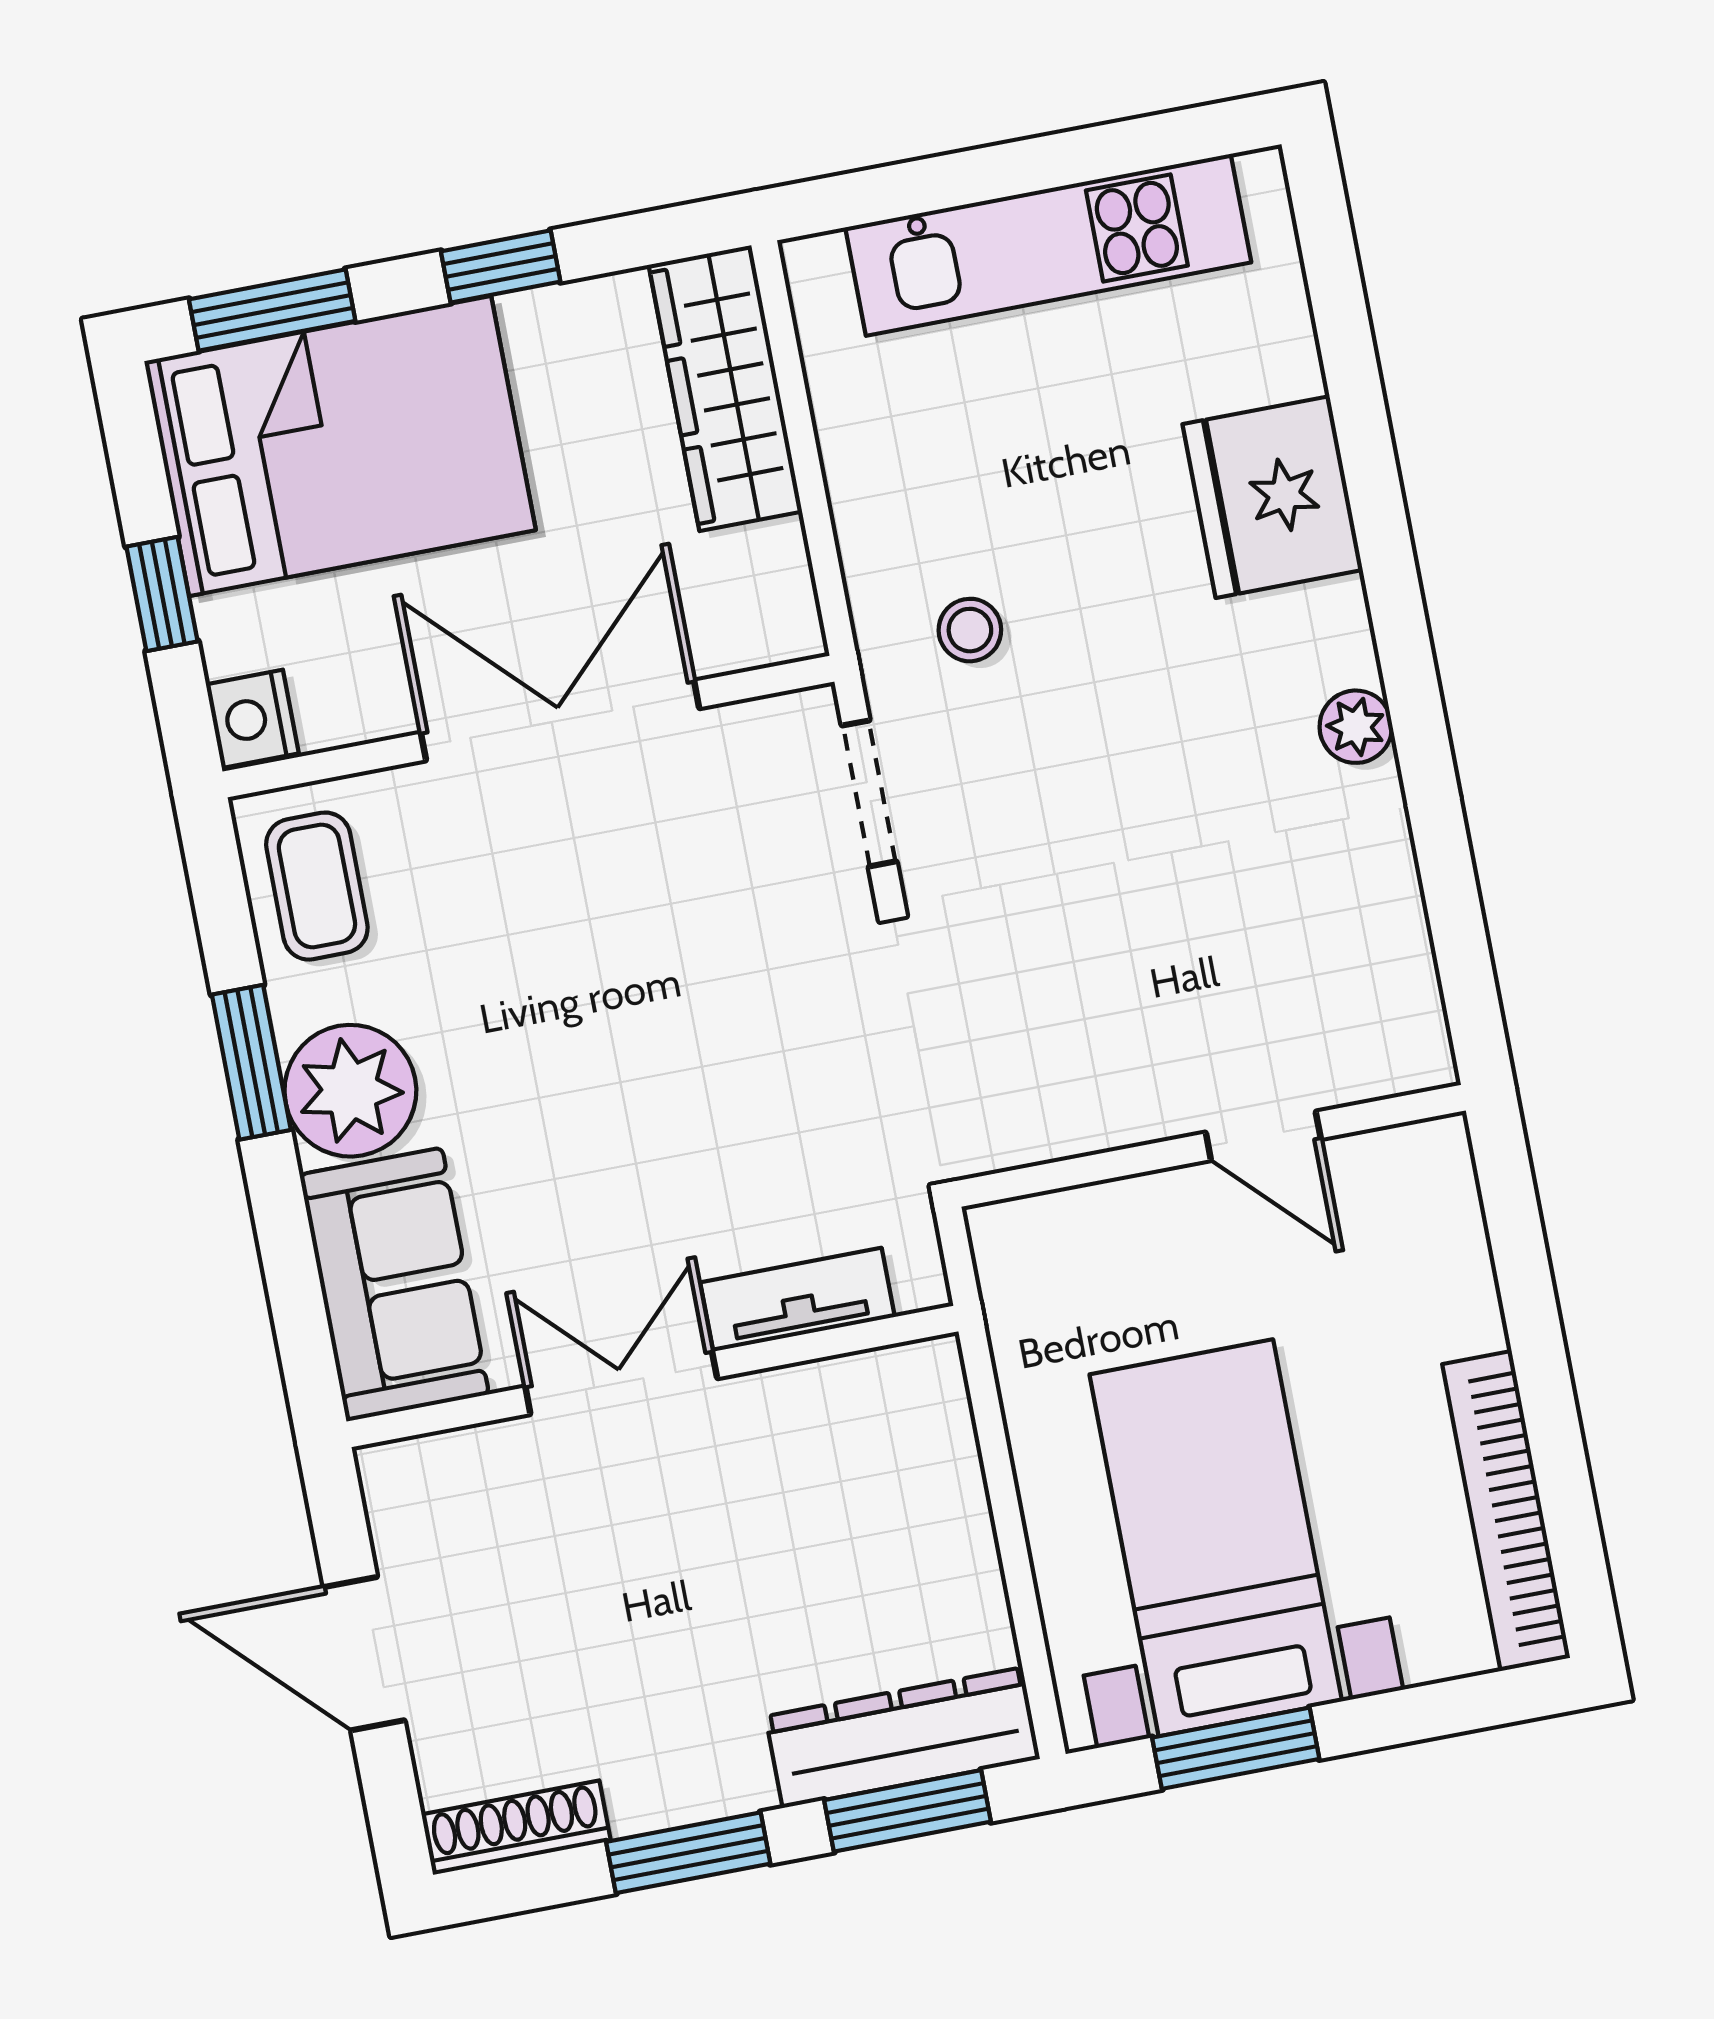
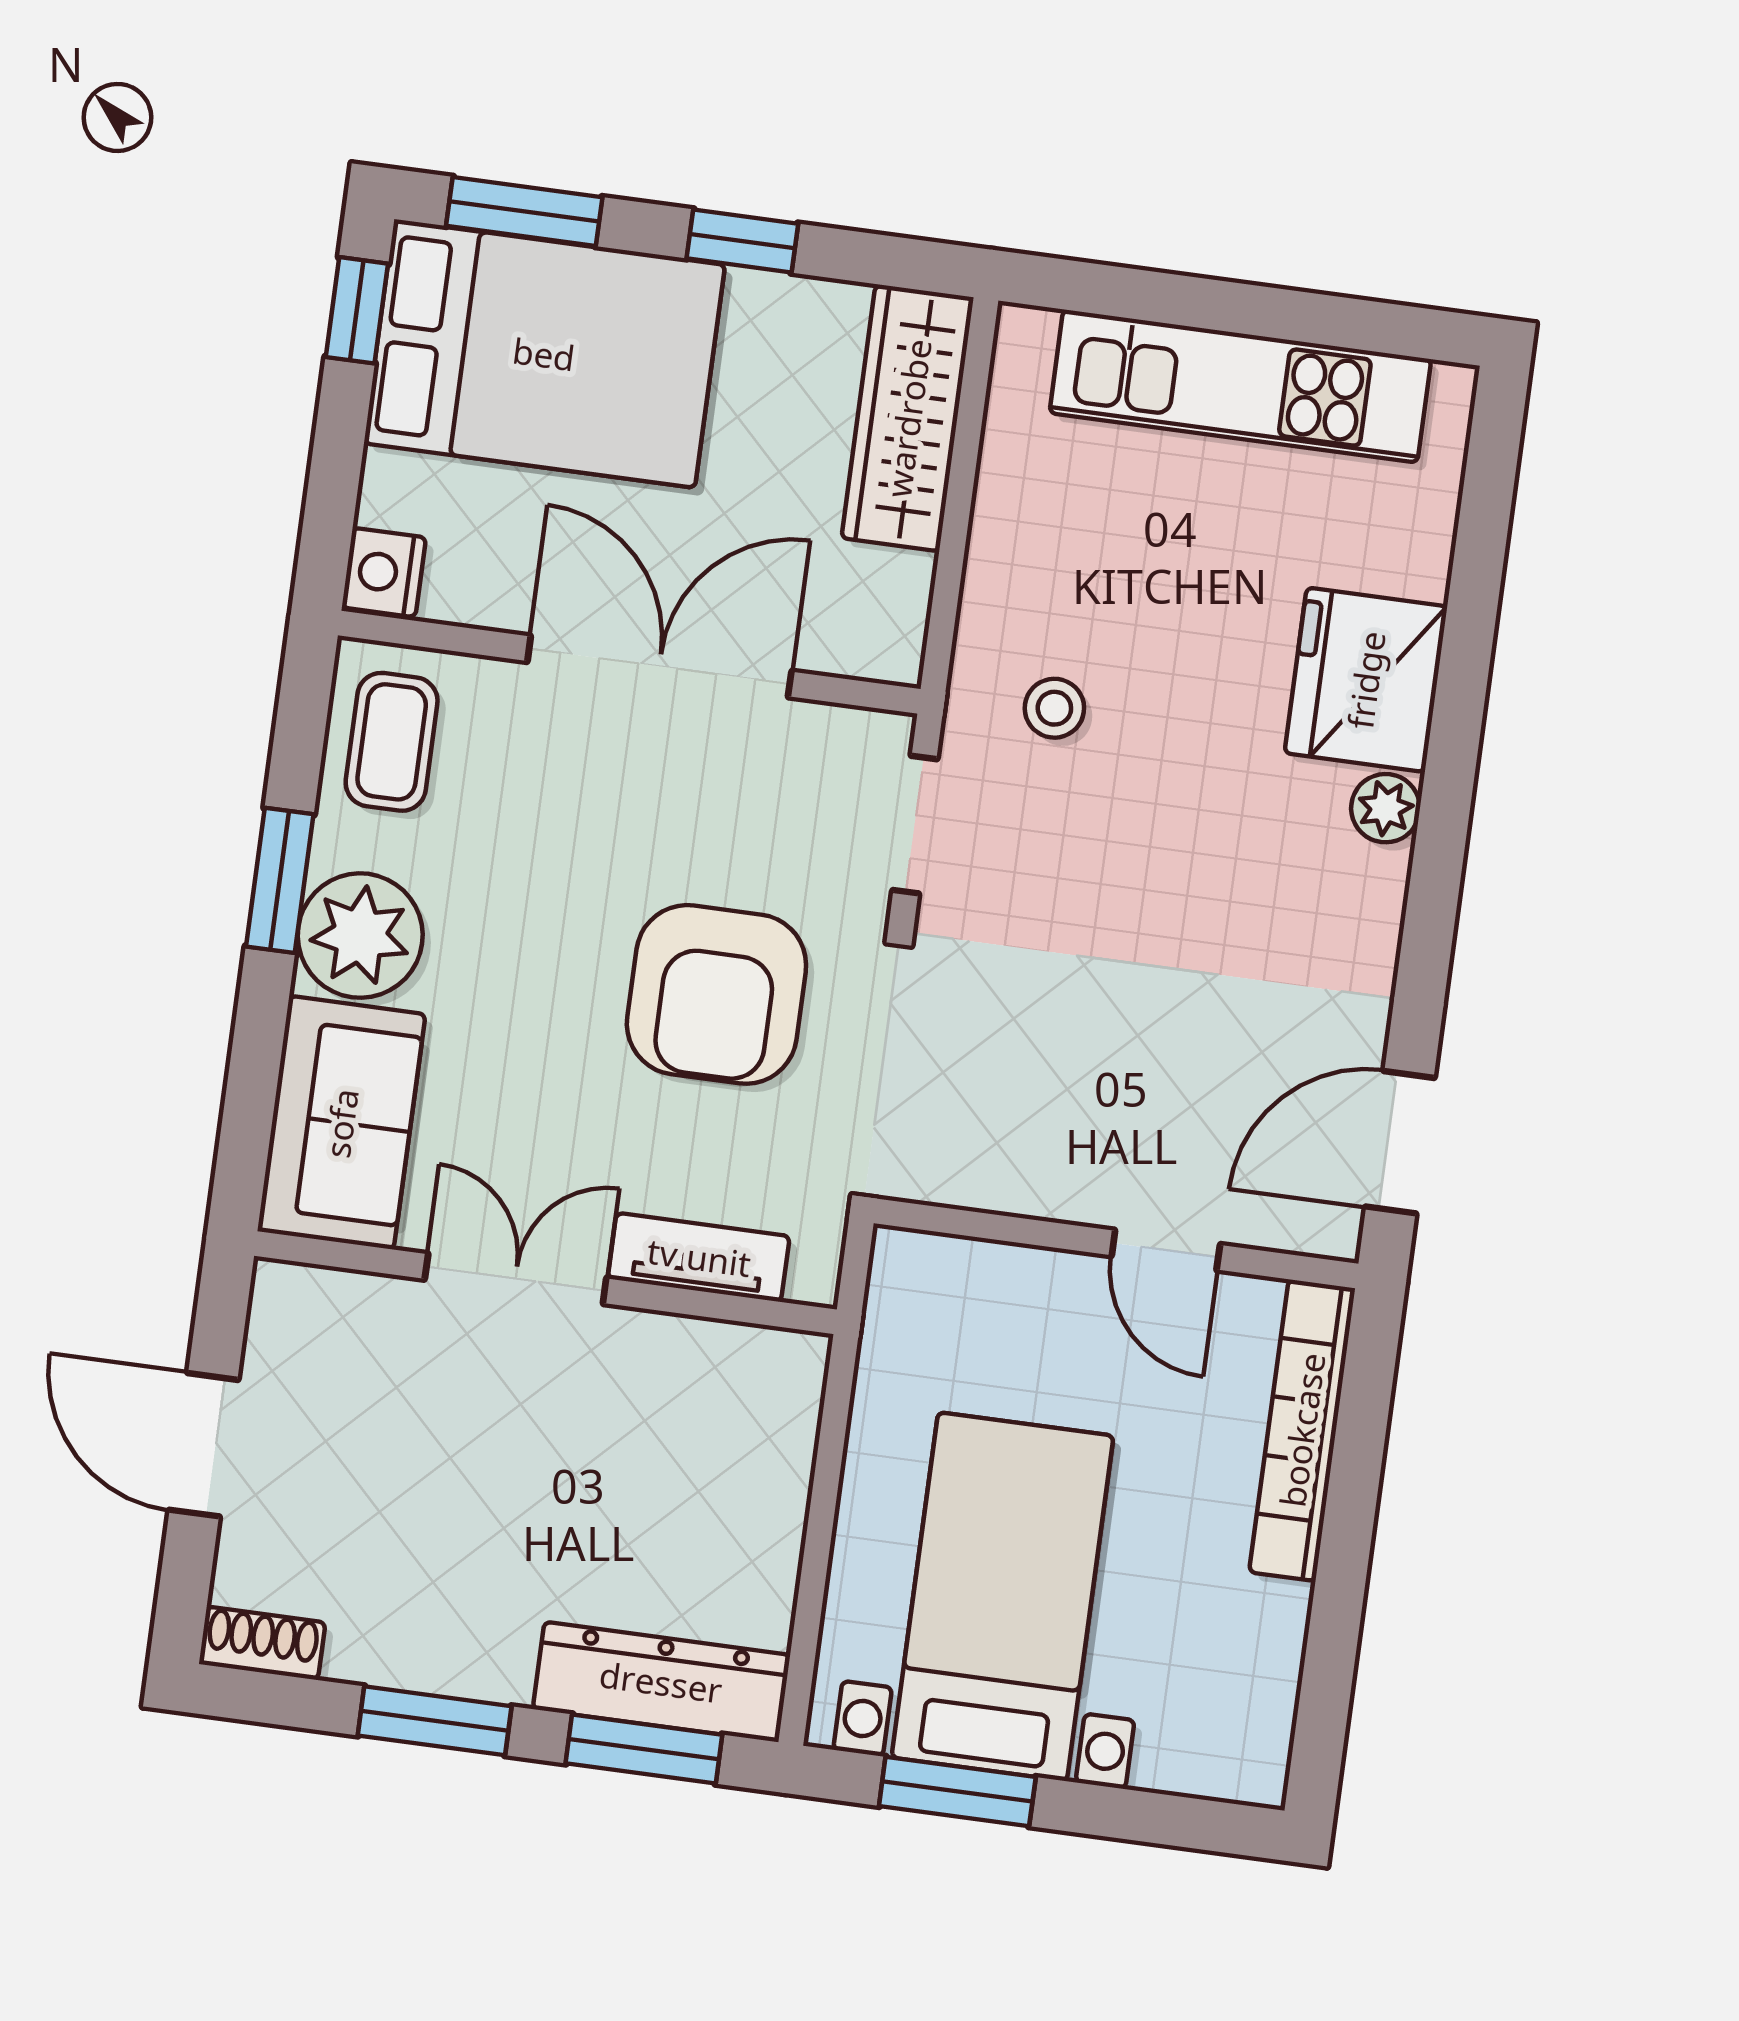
window: (162, 594) -> (357, 310), moved
plant: (1356, 727) -> (1386, 808), moved
door: (1462, 949) -> (1400, 1142), added
armchair: (727, 1030) -> (716, 994), added
bookcase: (1506, 1511) -> (1302, 1430), moved
shoe rack: (516, 1828) -> (262, 1643), width x0.70

